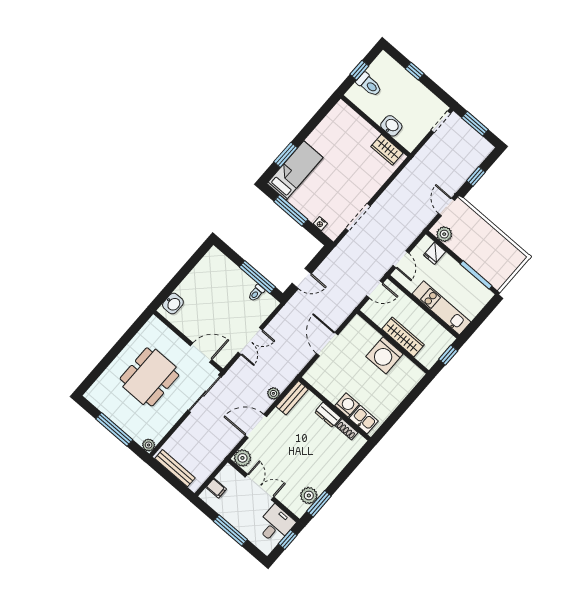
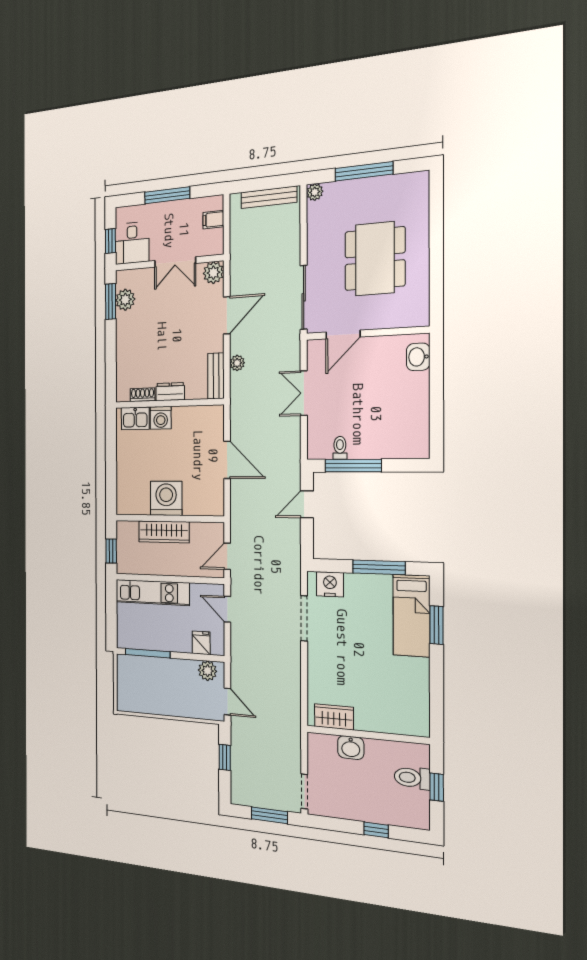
nightstand: (320, 224) -> (330, 584), width x1.89, depth x1.79

